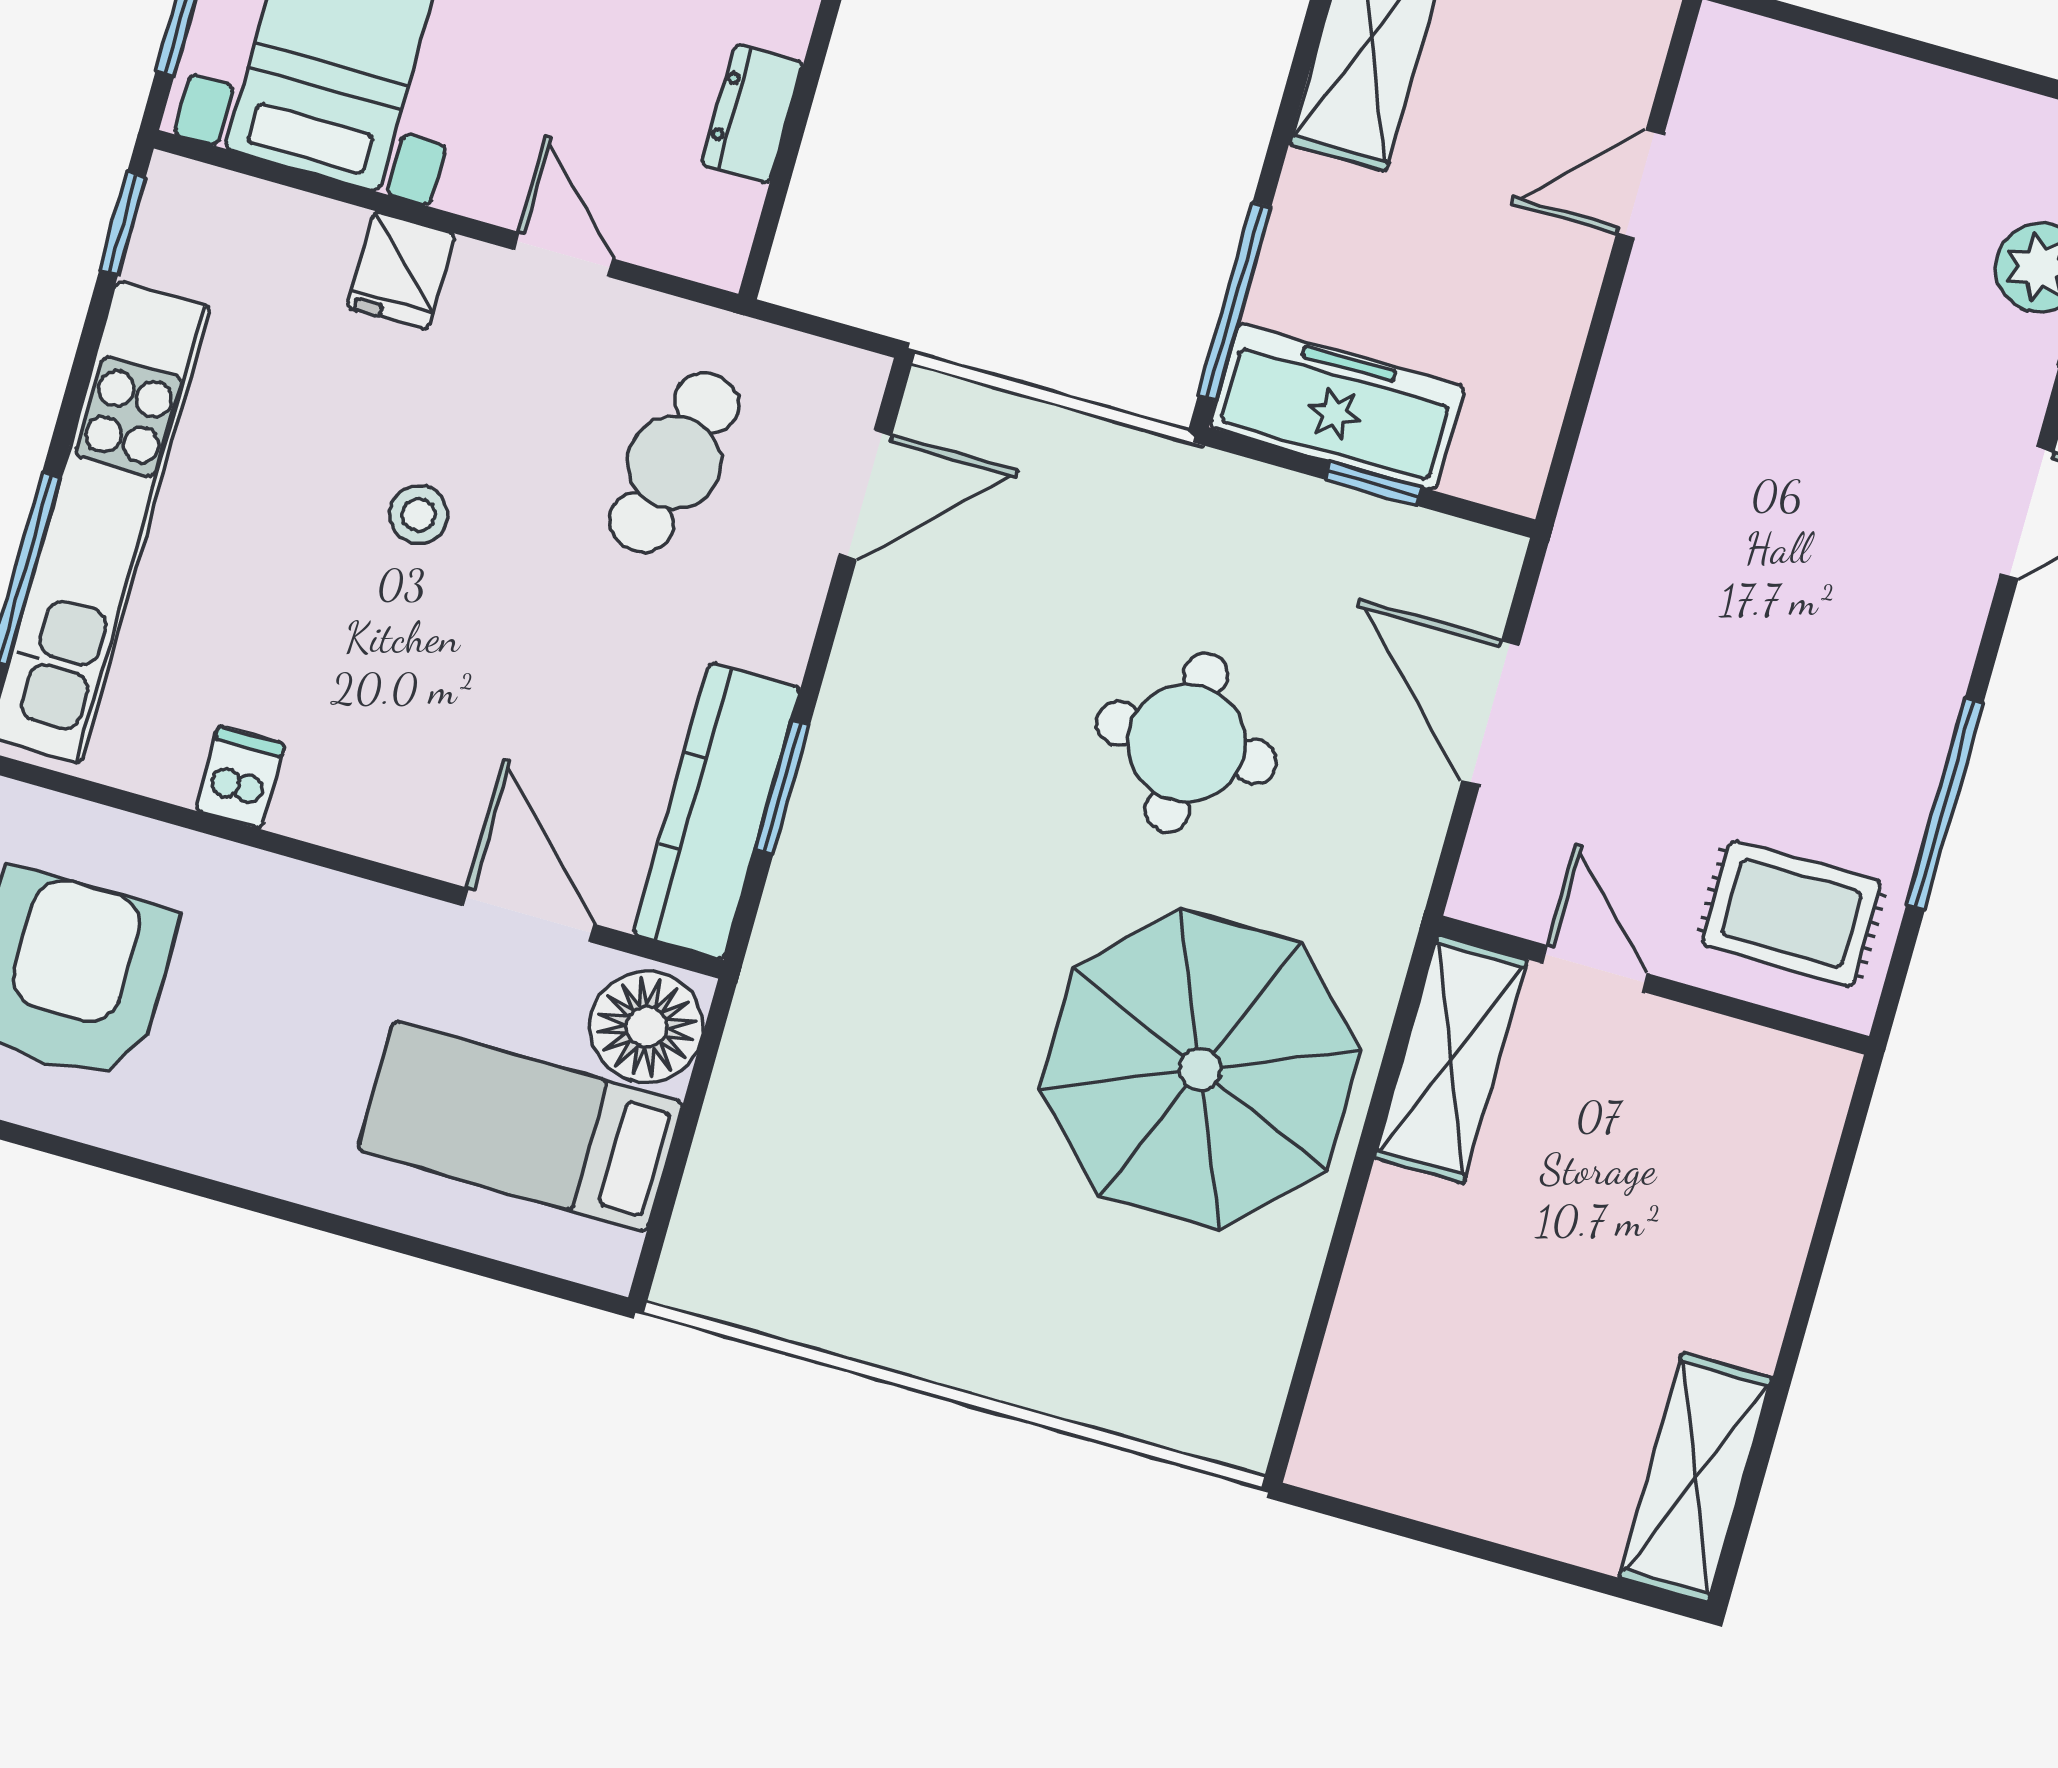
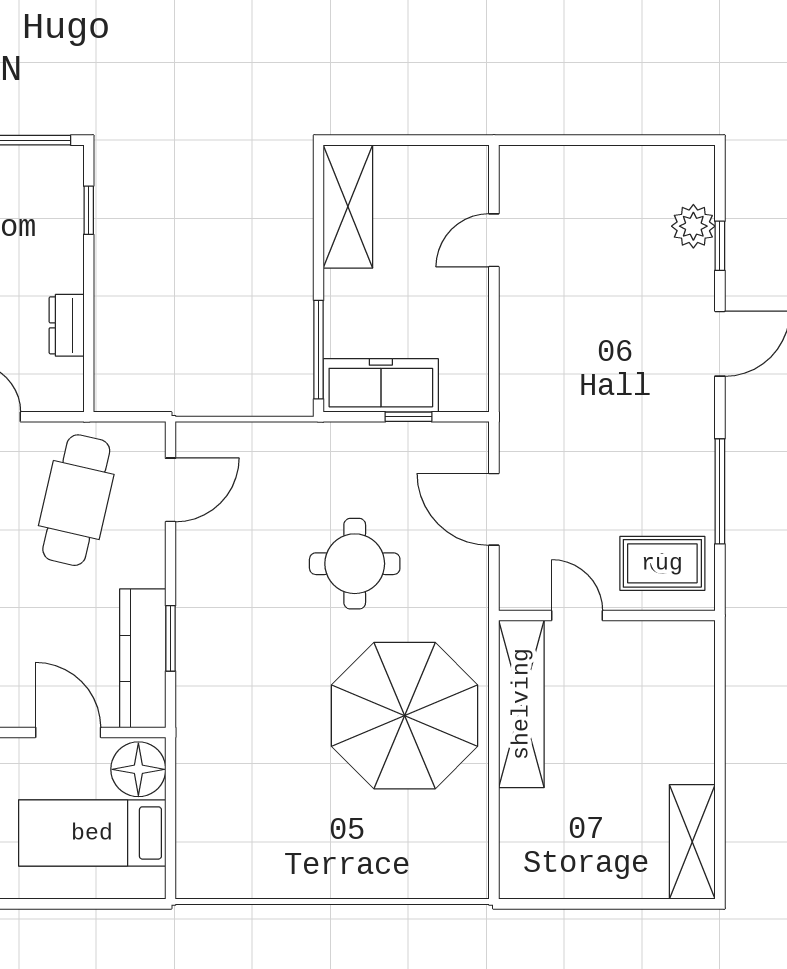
cafe table: (674, 463) -> (76, 500), width x1.37, depth x1.35
shelving: (1451, 1059) -> (521, 704), width x1.47

